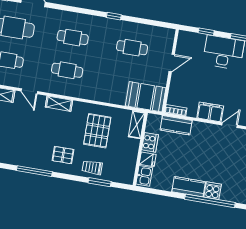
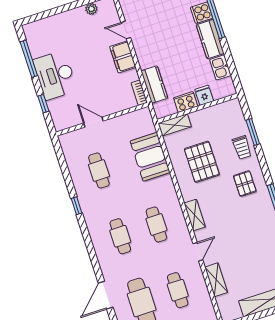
booth: (146, 97) -> (150, 157), moved
pallet: (97, 131) -> (202, 162), turned 90
kitchen sink: (144, 176) -> (220, 67), moved, turned -90

